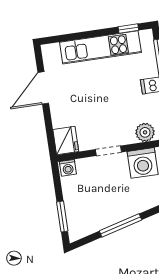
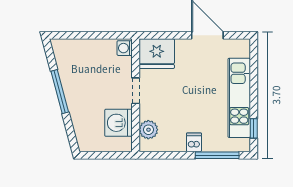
fridge: (66, 141) -> (157, 54), width x1.36, depth x1.34
window: (62, 216) -> (77, 35), removed

